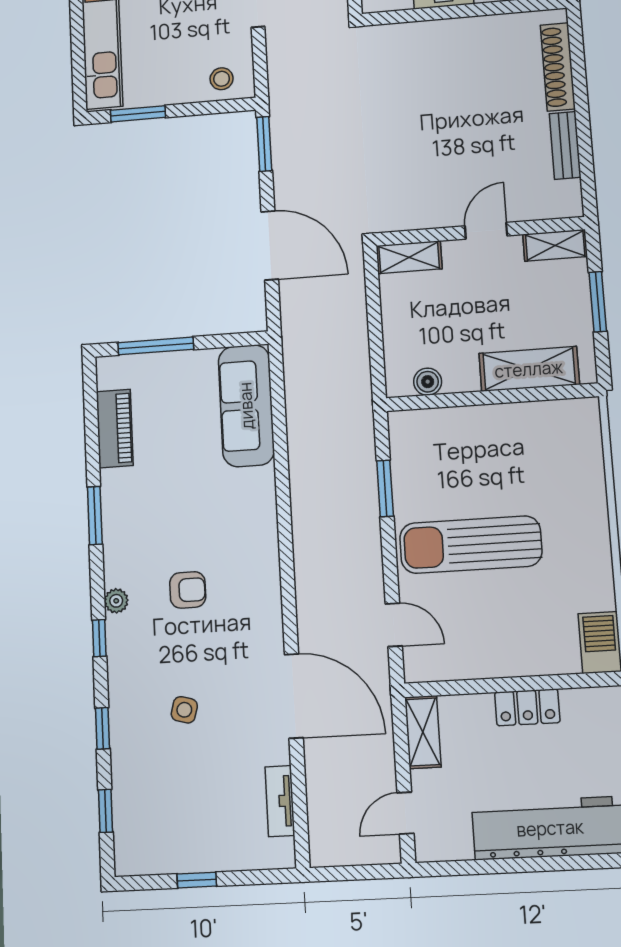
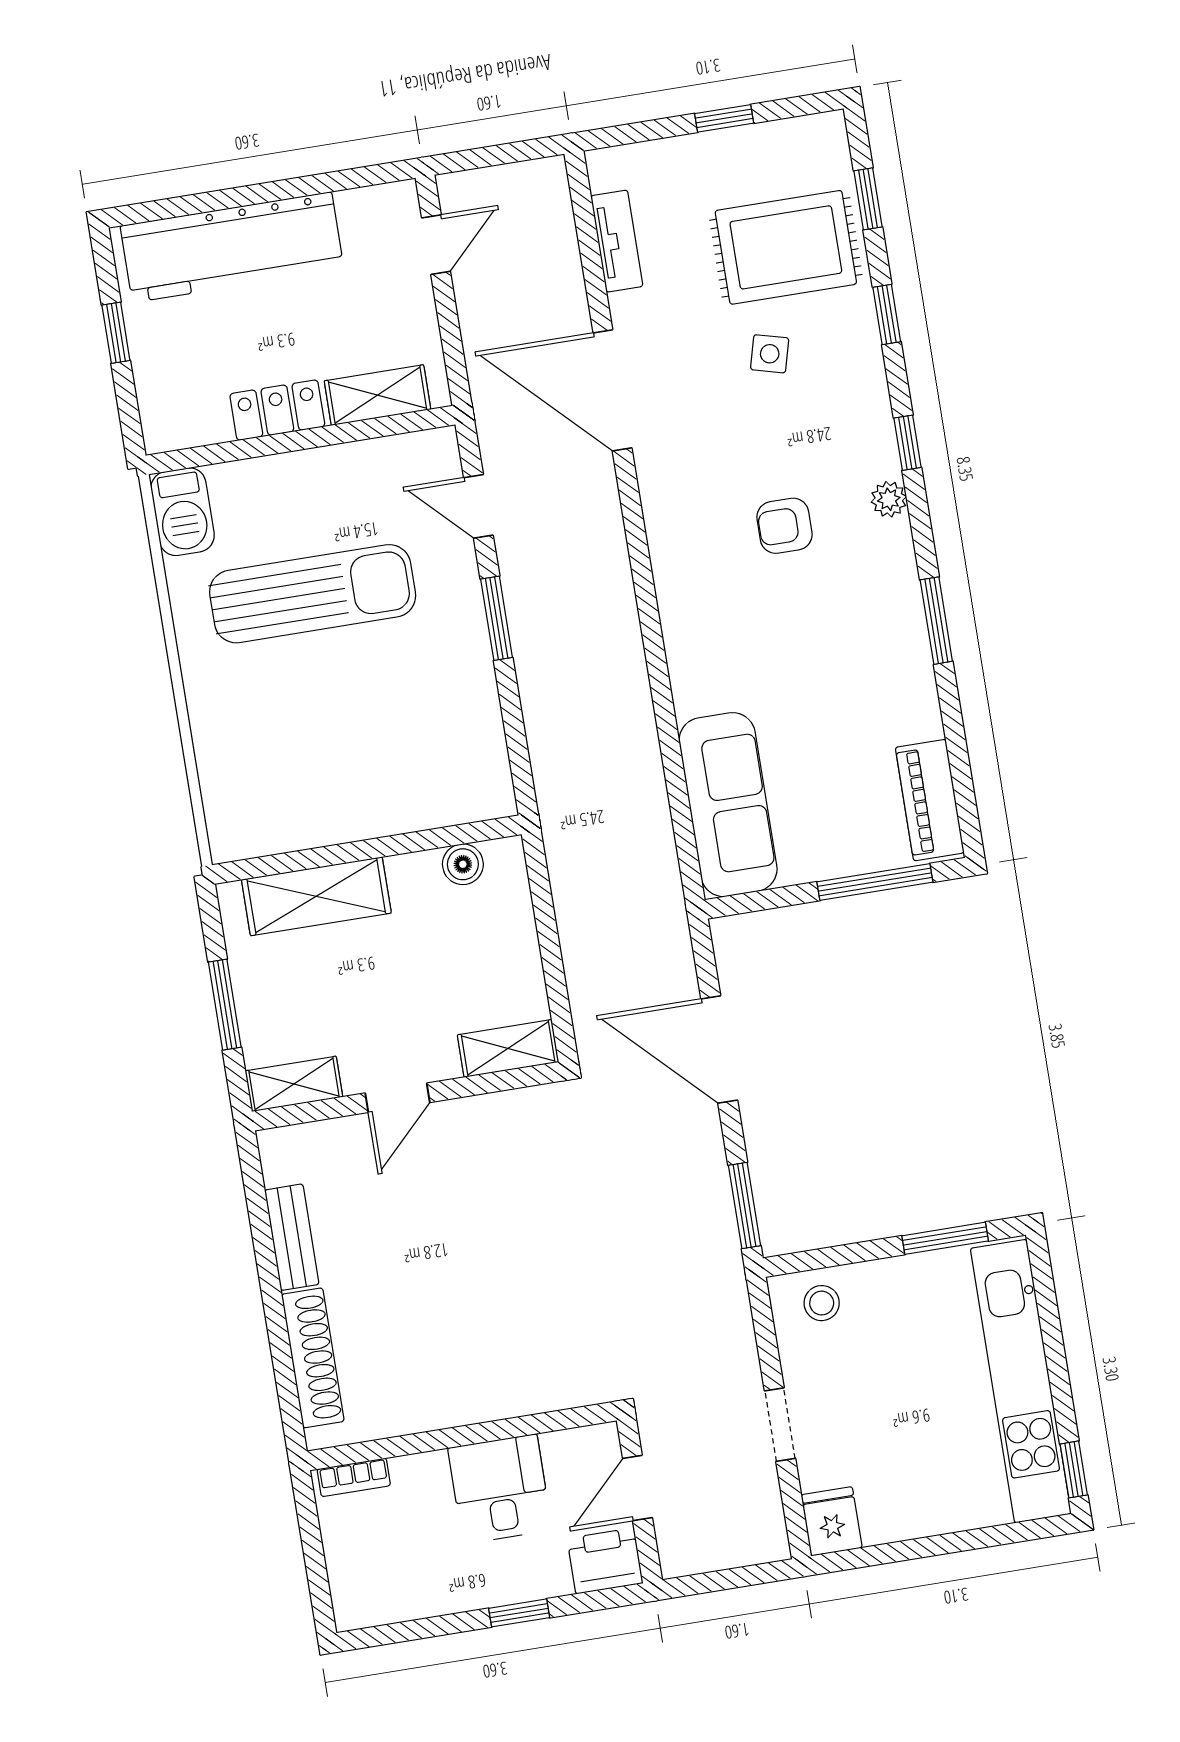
piano: (115, 429) -> (930, 800), moved
window: (385, 488) -> (497, 618), moved
sun lounger: (471, 545) -> (313, 594), moved
shelving: (423, 732) -> (377, 395), moved, turned 90
rug: (165, 783) -> (786, 247), added

